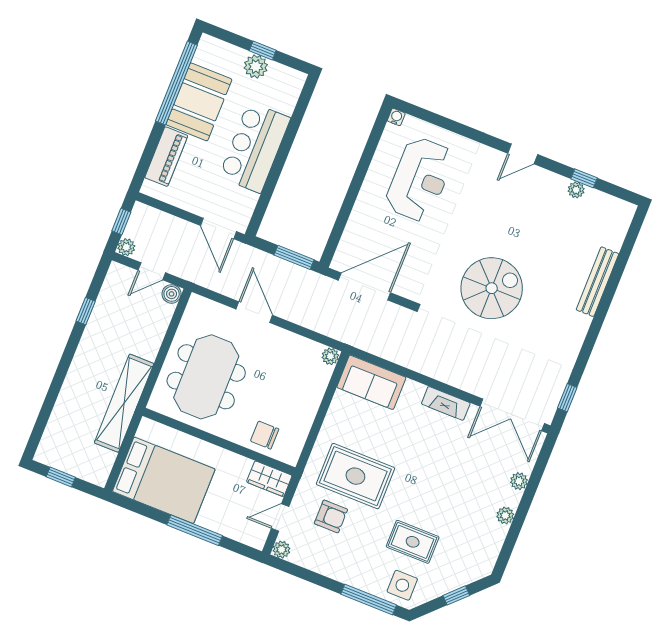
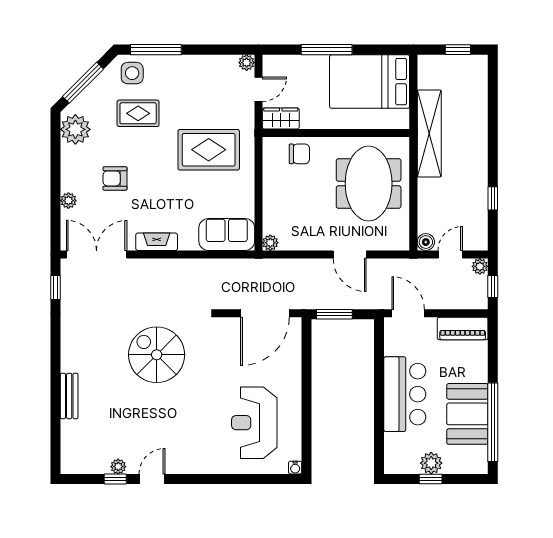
door: (523, 154) -> (152, 479), moved
piano: (166, 157) -> (463, 329), moved, turned -90
bench: (597, 282) -> (69, 396), width x0.73
spiral stairs: (492, 288) -> (157, 355), turned 90
plant: (505, 515) -> (75, 129), moved, width x1.87, depth x1.87
armchair: (331, 516) -> (115, 178), moved
window: (456, 595) -> (83, 83), width x2.17

